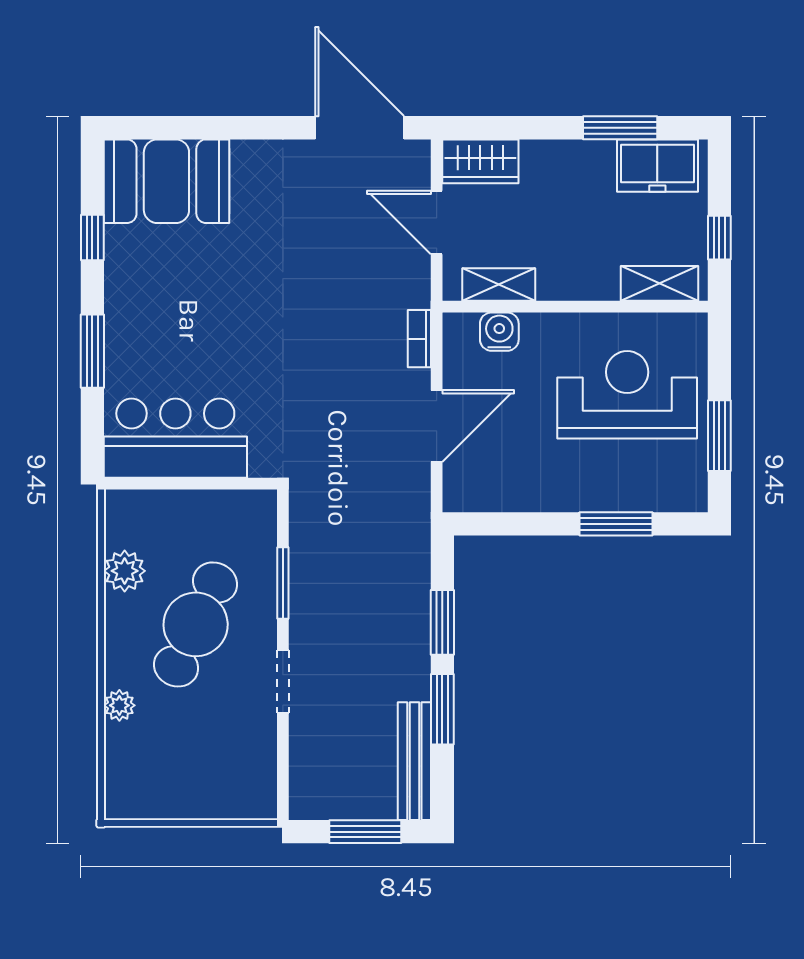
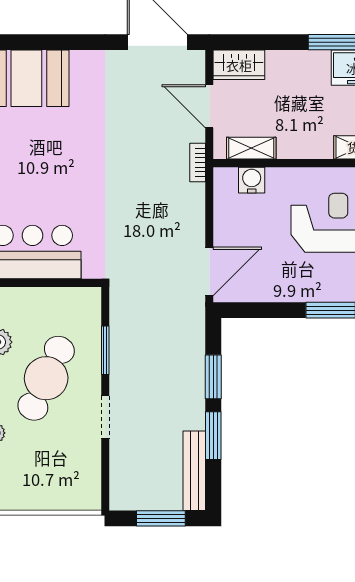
bookcase: (419, 339) -> (198, 163), moved
door: (437, 426) -> (209, 271), moved

